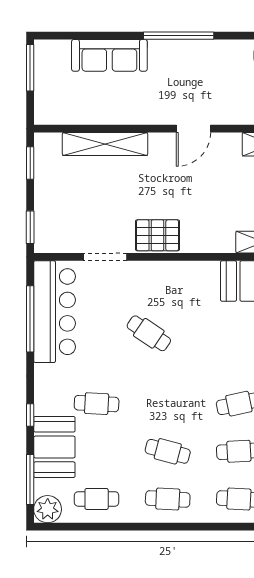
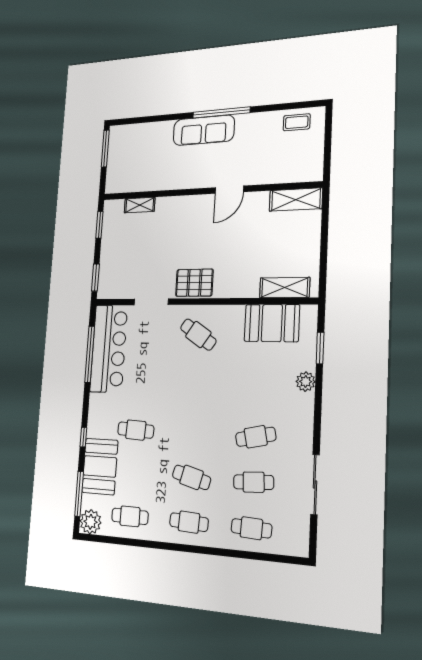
sofa: (109, 55) -> (204, 130), moved
shelving: (105, 144) -> (140, 205), width x0.45, depth x0.75
cafe table: (149, 333) -> (198, 335), moved

